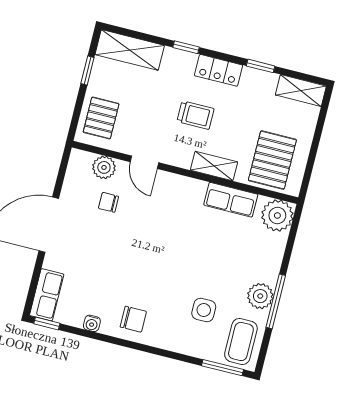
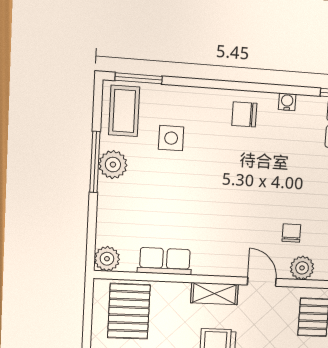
shelving: (214, 166) -> (214, 294), moved
chair: (108, 202) -> (291, 233), turned -90
plant: (277, 215) -> (107, 259), width x0.73, depth x0.73

